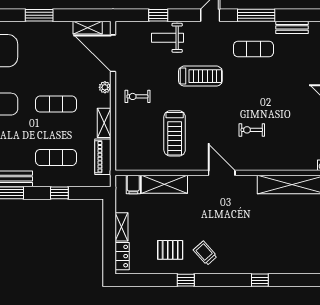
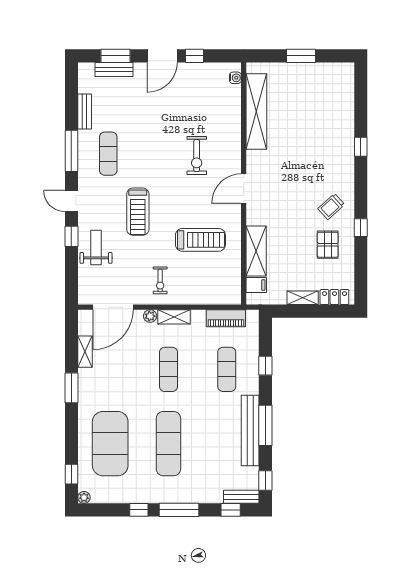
window: (158, 15) -> (71, 236), moved
shelving: (88, 28) -> (85, 352), moved
weight bench: (168, 38) -> (96, 247), turned 180
treadmill: (200, 76) -> (138, 212), turned 180
shelving: (104, 123) -> (174, 317), moved
exercise bike: (252, 130) -> (197, 156), width x1.38, depth x1.39

